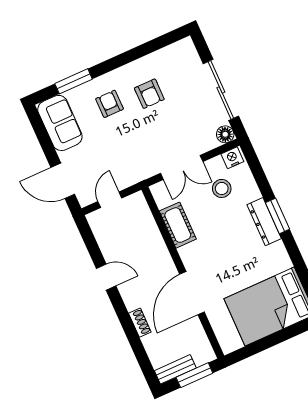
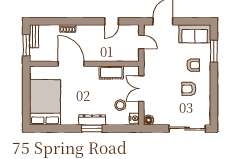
sliding door: (221, 90) -> (187, 129), moved
door: (106, 277) -> (112, 21), moved

